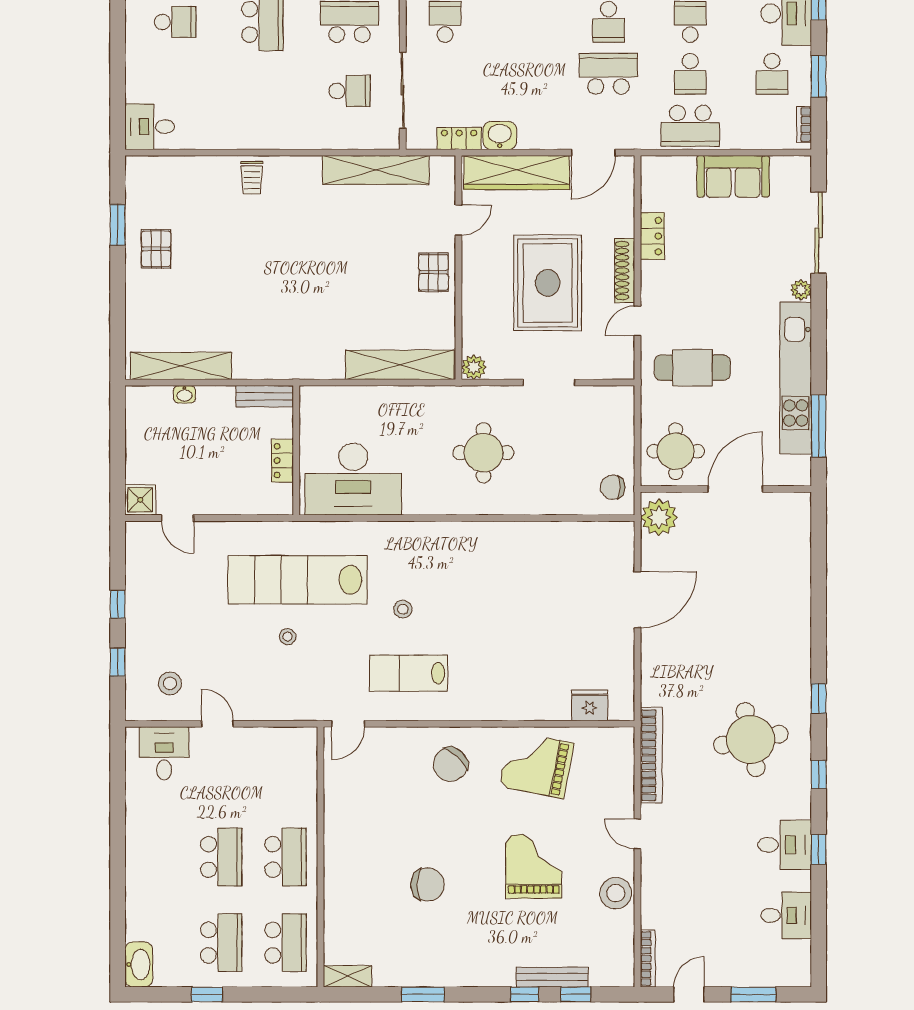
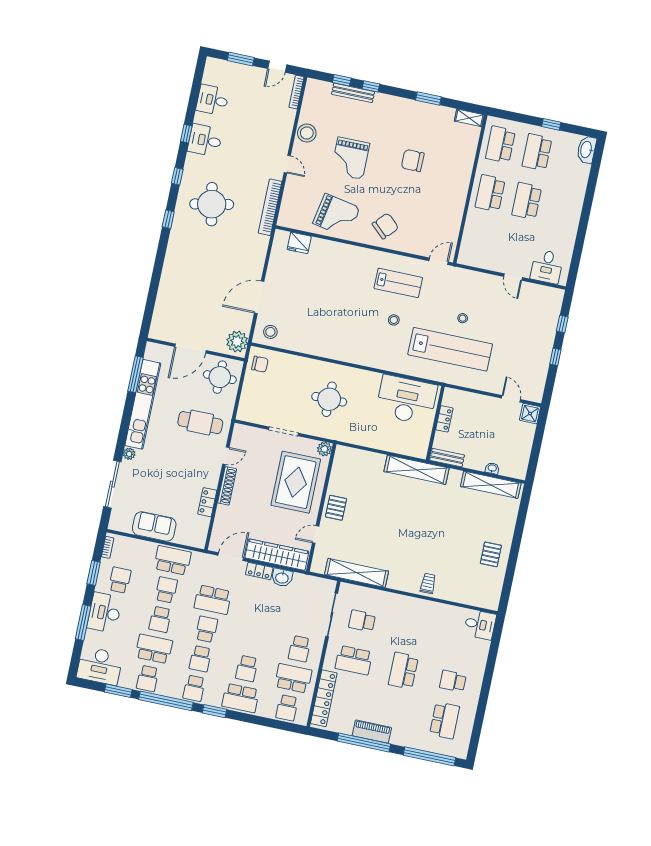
locker: (459, 139) -> (259, 571), moved
window: (118, 225) -> (510, 573), removed
rug: (548, 283) -> (296, 482), moved
shelving: (400, 365) -> (417, 470), moved
stool: (170, 683) -> (270, 332), moved

